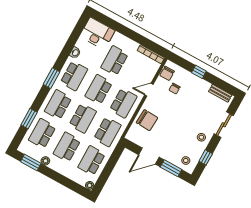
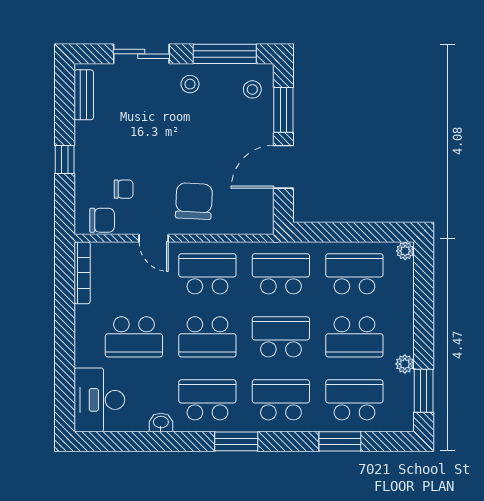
school desk: (58, 105) -> (281, 400), turned 180
chair: (147, 120) -> (194, 201), moved
school desk: (42, 133) -> (354, 400), turned 180
door: (149, 156) -> (283, 167), swing flipped
window: (206, 157) -> (225, 54), width x2.17
school desk: (92, 161) -> (354, 274), turned 180

